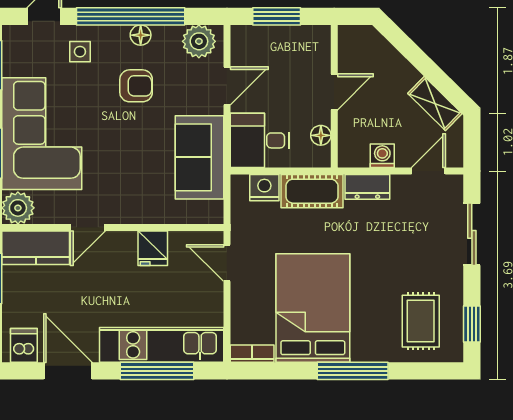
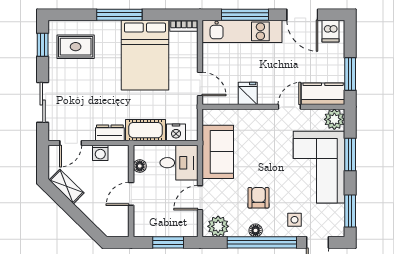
armchair: (136, 86) -> (258, 198), turned 90
rug: (421, 321) -> (76, 47), turned 90

